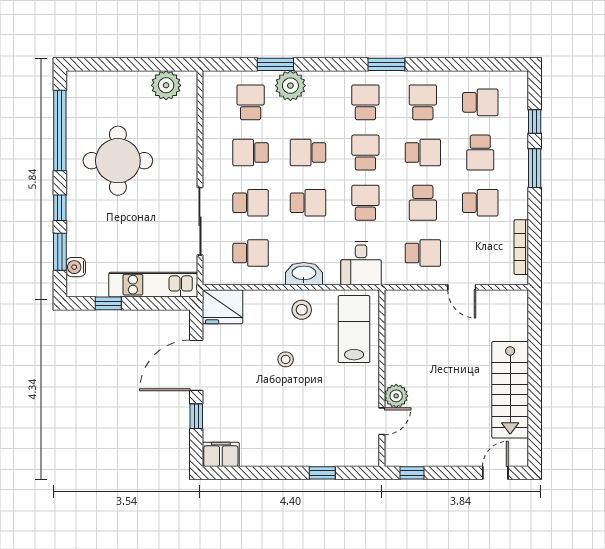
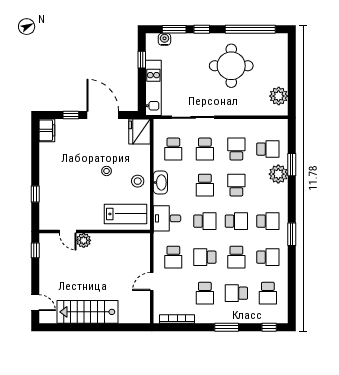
window: (535, 122) -> (269, 327), moved

